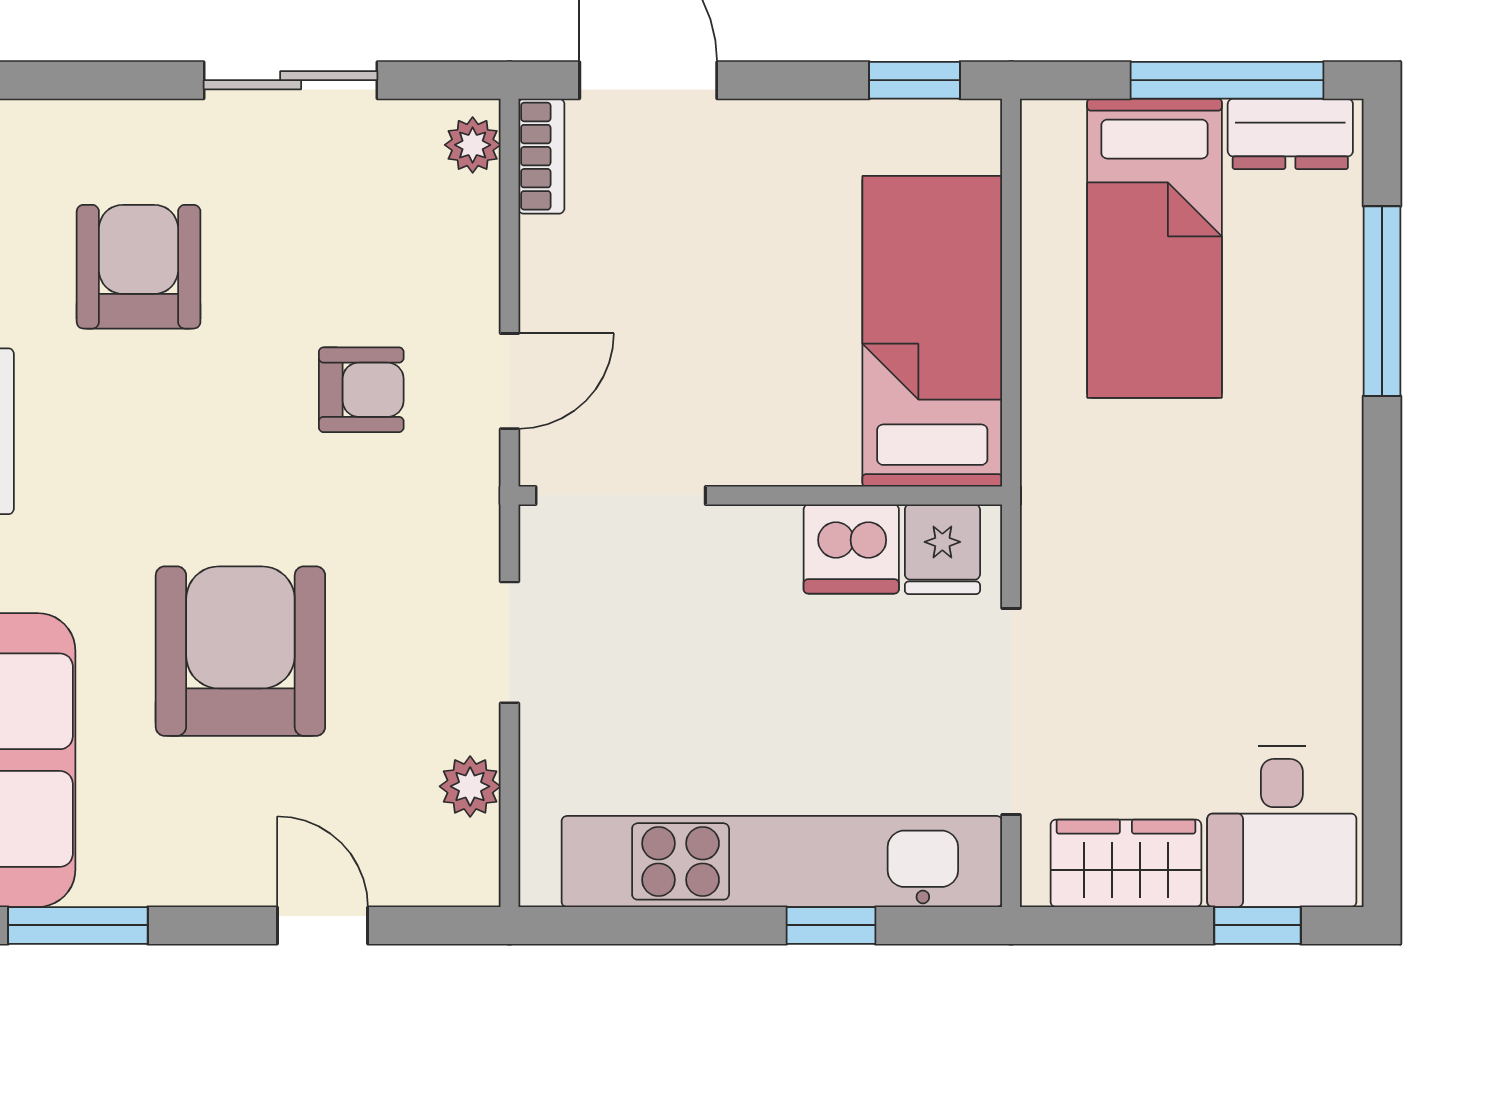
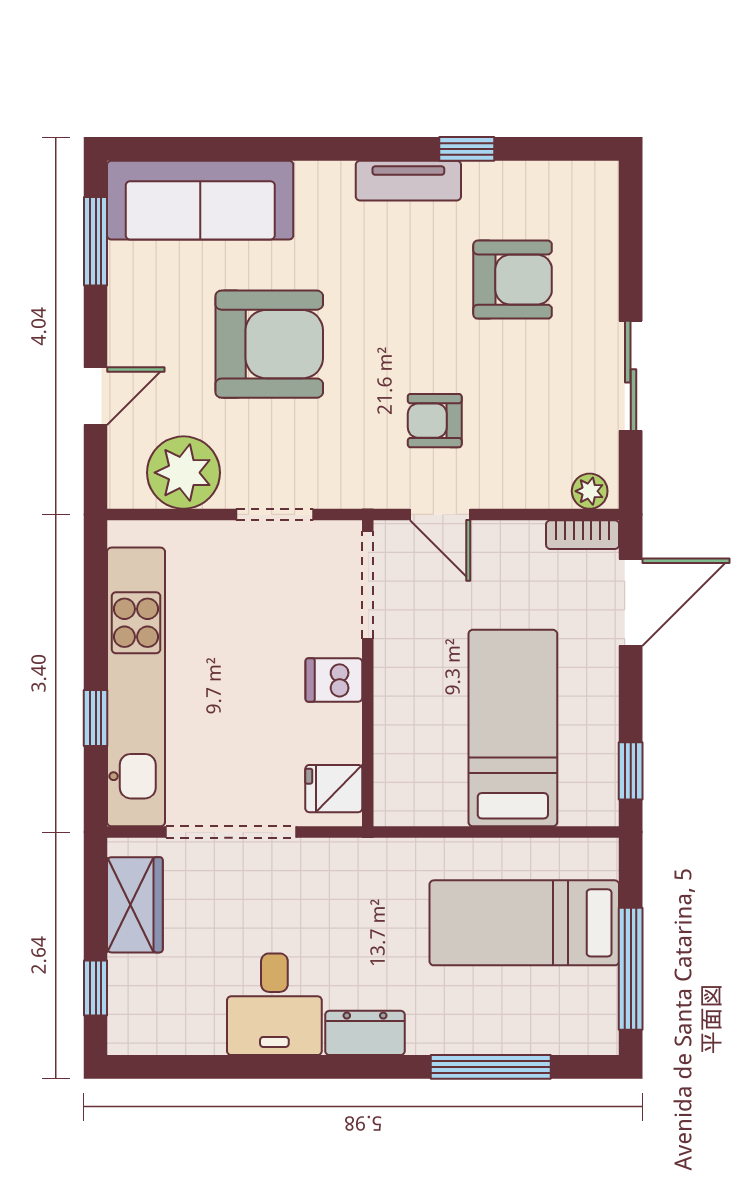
dresser: (1290, 134) -> (365, 1033), moved, turned 90
bed: (932, 331) -> (513, 728), moved, turned -90
armchair: (361, 390) -> (435, 421), turned 90
dishwasher: (851, 549) -> (334, 680), moved, width x0.73
plant: (470, 786) -> (183, 473), width x1.88, depth x1.88
desk: (1282, 827) -> (274, 1004), moved, turned -90

